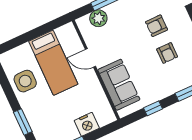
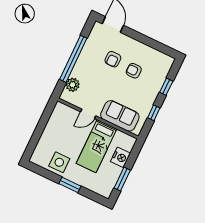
armchair: (167, 53) -> (134, 71), turned 180
bed: (53, 63) -> (97, 146), moved, turned 90
window: (23, 122) -> (70, 185), moved

